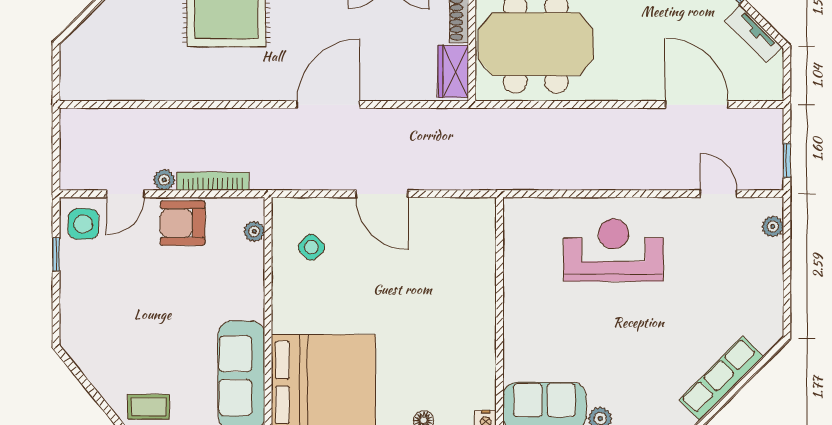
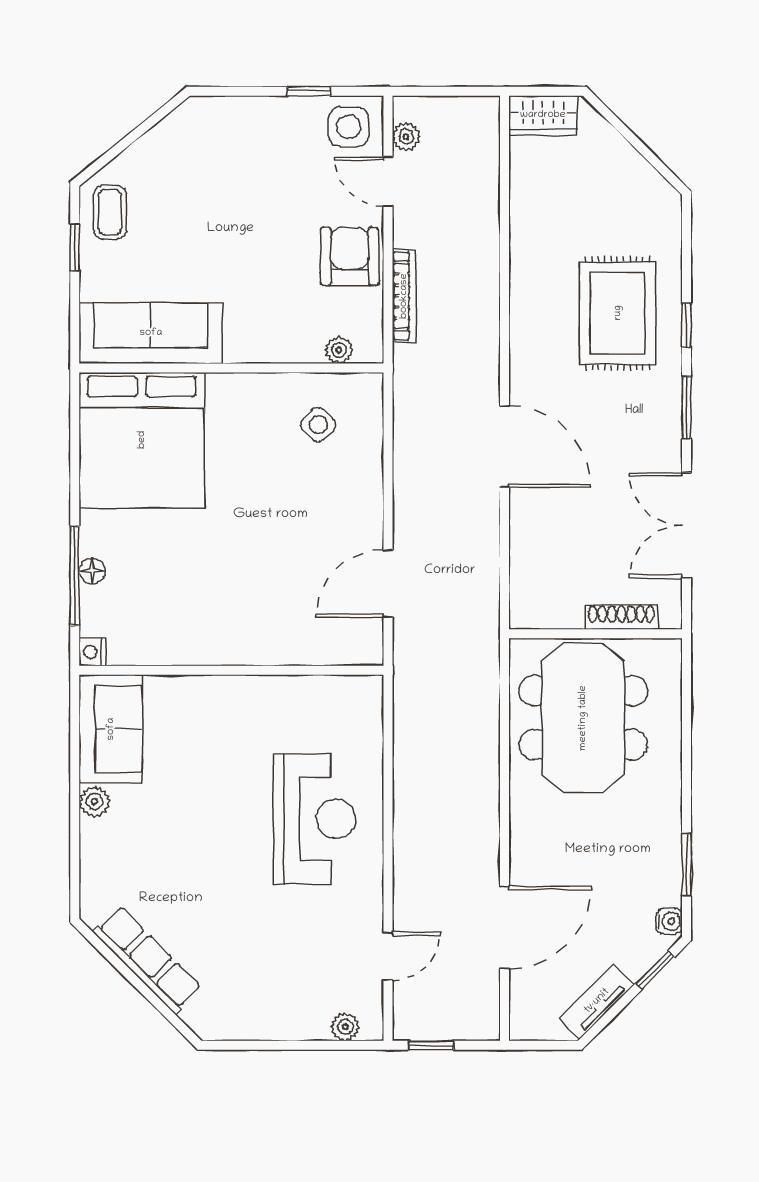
wardrobe: (453, 71) -> (543, 115), moved, turned 180
plant: (164, 180) -> (406, 137), moved
door: (382, 194) -> (388, 584), moved

